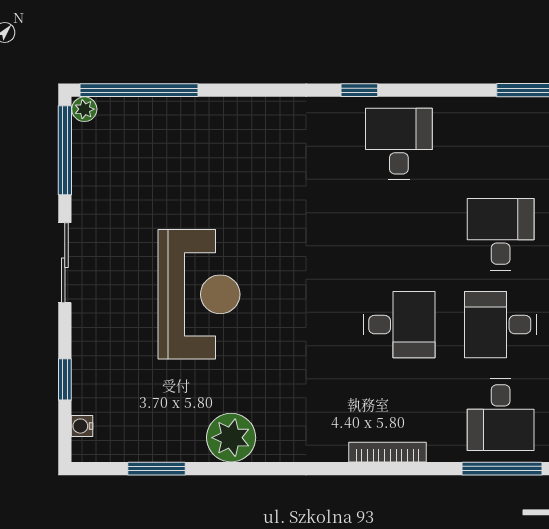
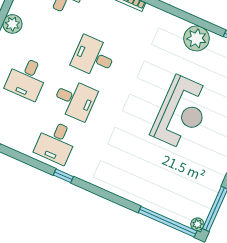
reception desk: (199, 294) -> (182, 113), turned 180
desk: (501, 325) -> (75, 100), moved

